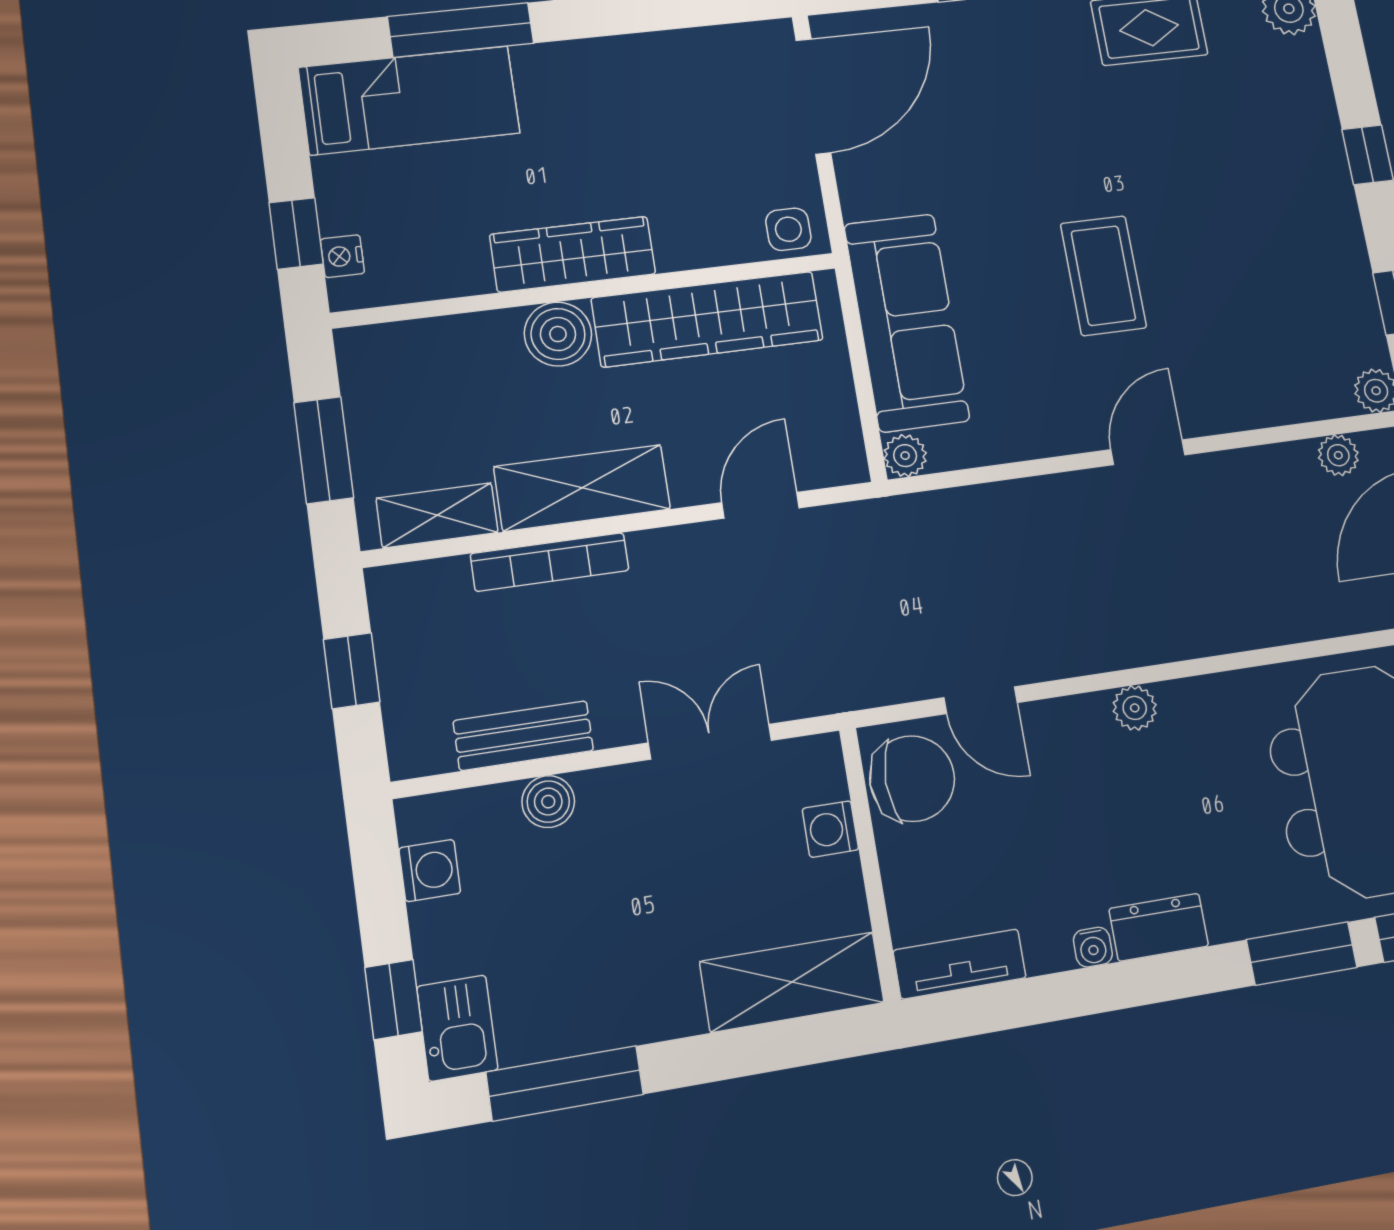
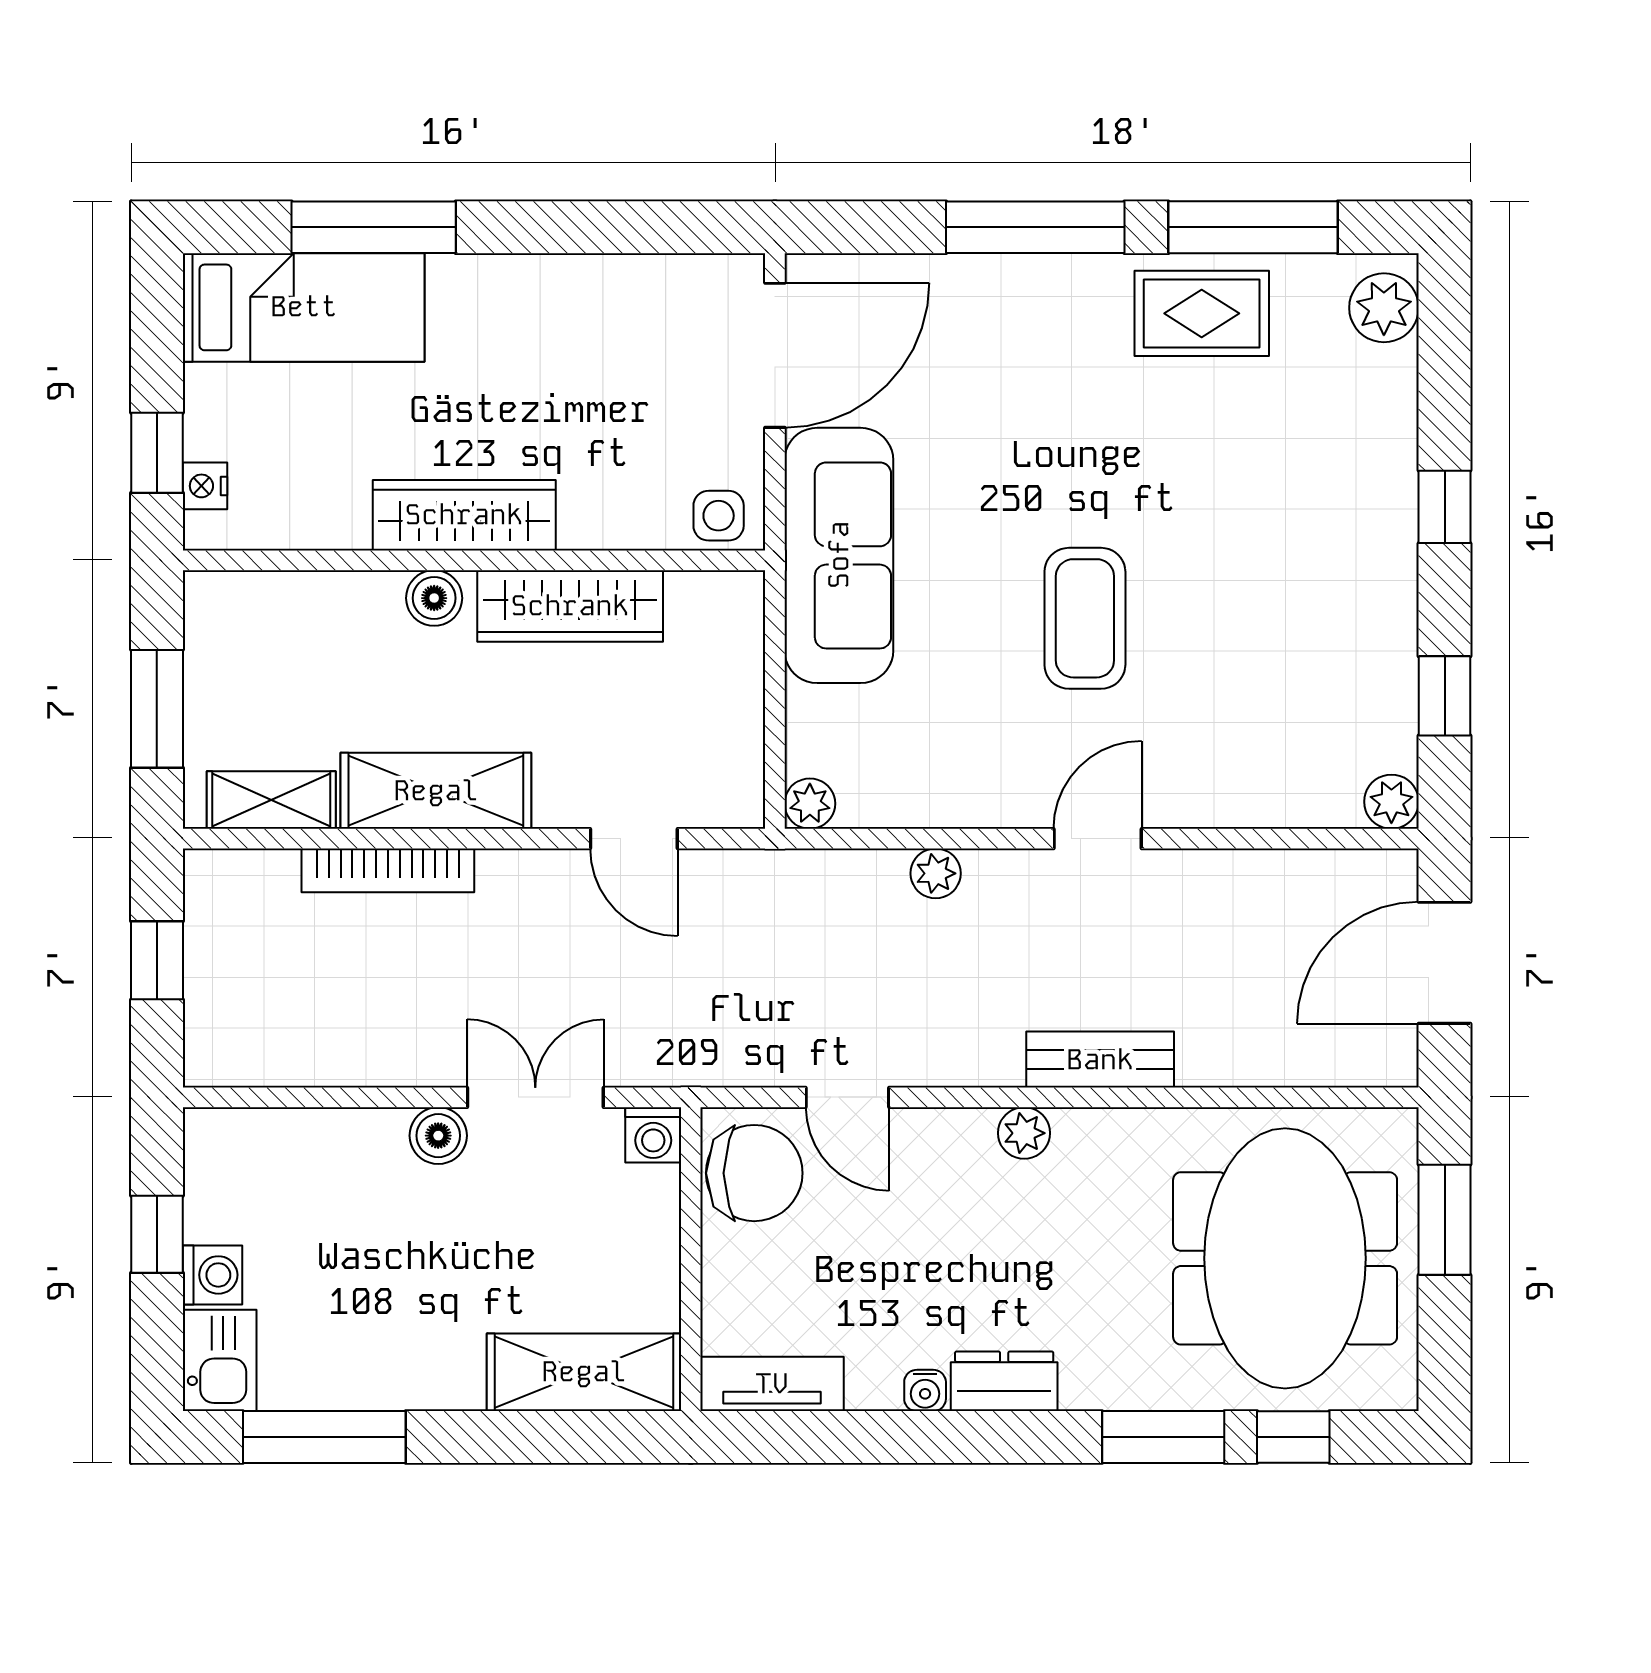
wardrobe: (707, 319) -> (570, 606), width x0.71, depth x0.85
sofa: (907, 322) -> (839, 555), moved
boiler: (558, 334) -> (434, 598), width x0.73, depth x0.73
plant: (1338, 455) -> (936, 873), moved
door: (761, 505) -> (634, 839), swing flipped
bench: (523, 736) -> (1100, 1060), moved
boiler: (548, 802) -> (438, 1136), moved
washing machine: (830, 829) -> (653, 1135), moved, turned -90
washing machine: (430, 871) -> (212, 1275), moved
window: (393, 1000) -> (157, 1234), moved

